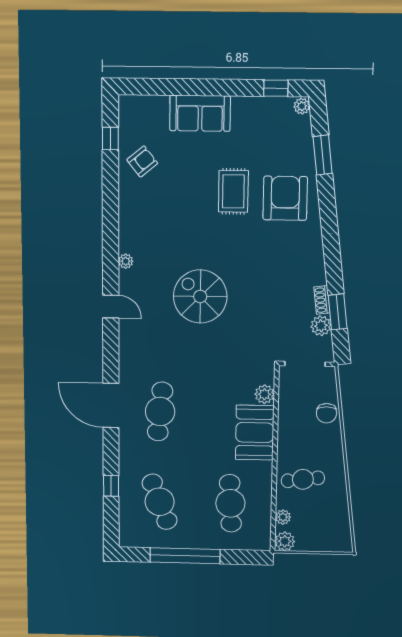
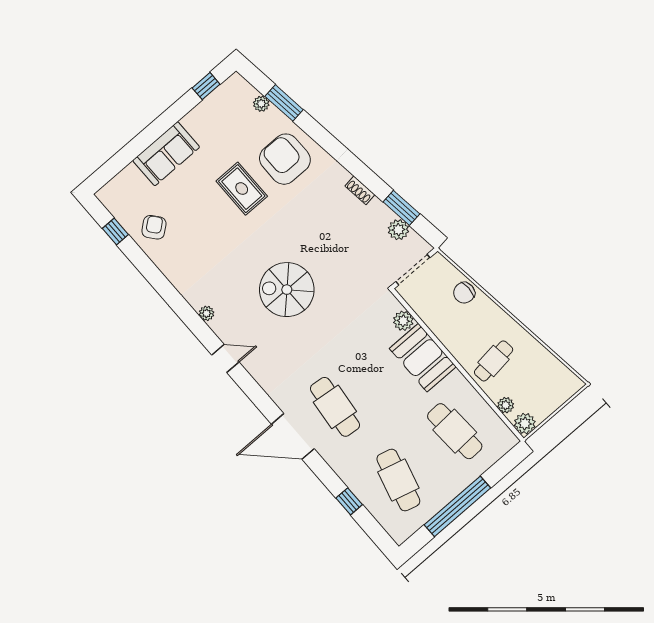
plant: (302, 106) -> (261, 104), moved
shoe rack: (322, 300) -> (360, 190), moved
chair: (327, 413) -> (464, 293), turned 90
cafe table: (160, 502) -> (398, 480), turned 36

